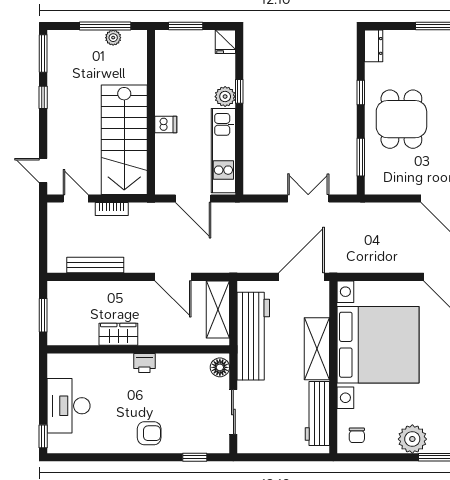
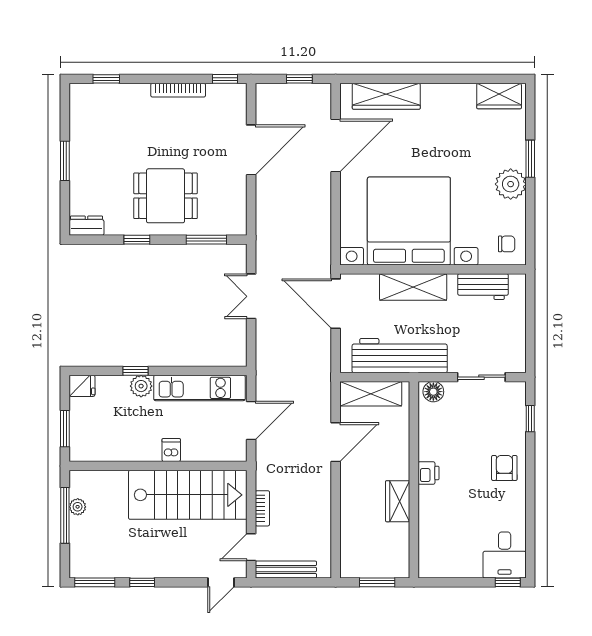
bench: (95, 265) -> (286, 569), moved, turned 90
desk: (69, 406) -> (505, 555), moved, width x0.73
workbench: (317, 413) -> (483, 287), width x0.73

